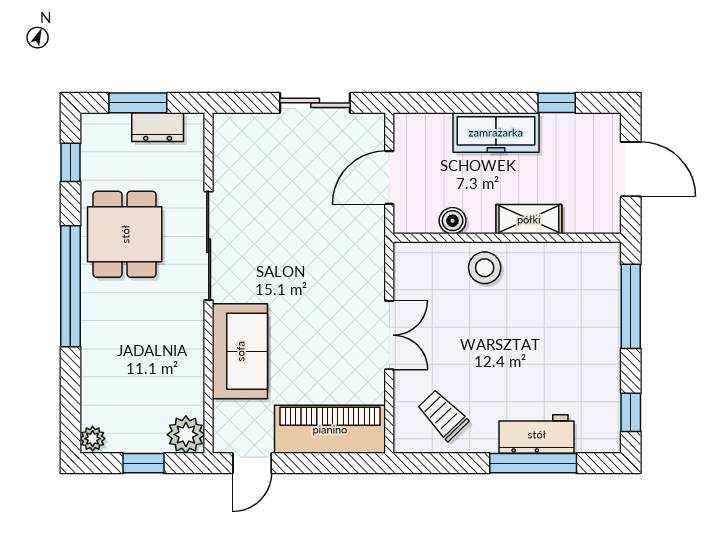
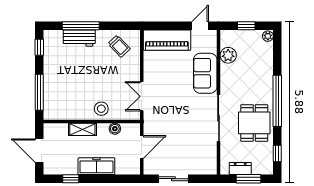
double door: (389, 335) -> (142, 96), moved
plant: (186, 435) -> (228, 55), moved

